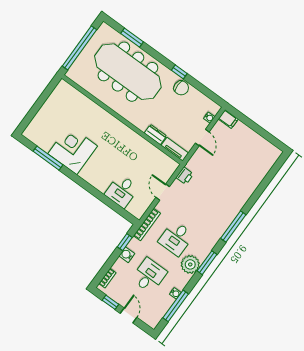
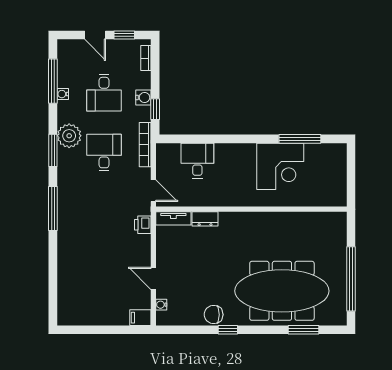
wall: (122, 120) -> (251, 209), moved
dresser: (155, 134) -> (205, 219), moved
tv unit: (175, 149) -> (173, 218), moved

